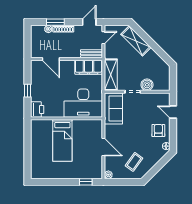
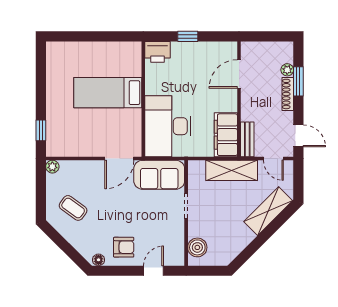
shelving: (111, 75) -> (232, 170), moved
boiler: (147, 85) -> (197, 247), moved
door: (103, 147) -> (119, 159), moved

